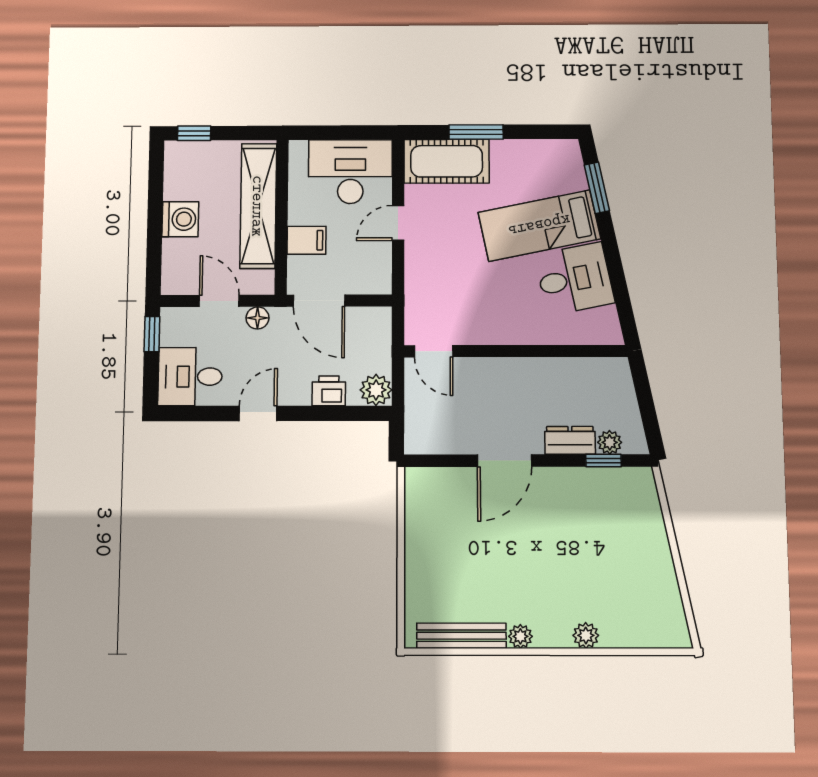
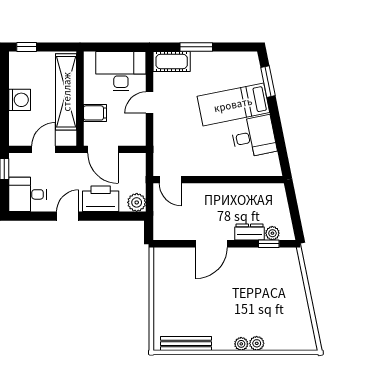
cot: (447, 161) -> (172, 62), width x0.73, depth x0.75
door: (219, 301) -> (44, 149), hinge flipped
floor lamp: (257, 318) -> (67, 160), removed
printer: (329, 391) -> (101, 199), width x1.87, depth x1.48
plant: (520, 636) -> (241, 344), moved

